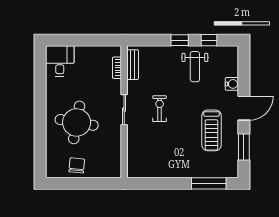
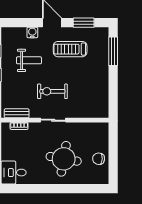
weight bench: (195, 67) -> (29, 60), moved
exercise bike: (160, 109) -> (52, 91), width x1.38, depth x1.39
treadmill: (212, 130) -> (70, 49), turned 180

